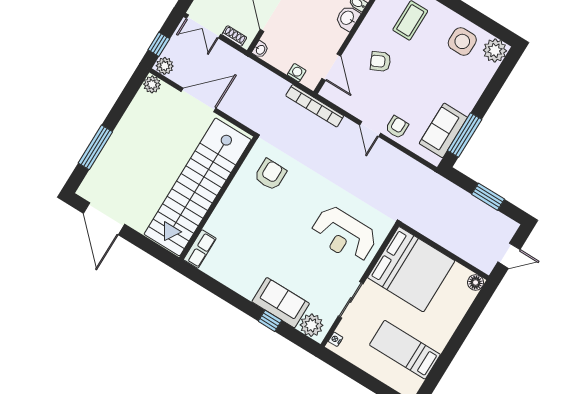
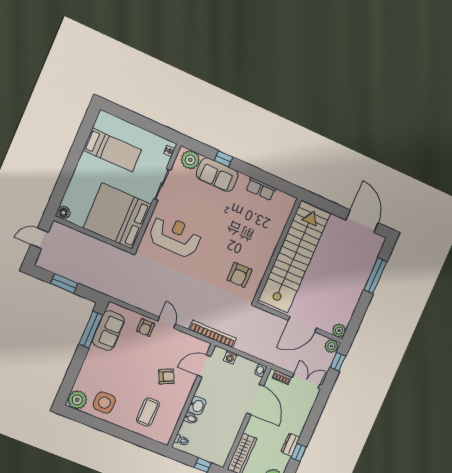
door: (331, 67) -> (204, 366), hinge flipped
row of seats: (200, 249) -> (261, 189), moved, turned -90

